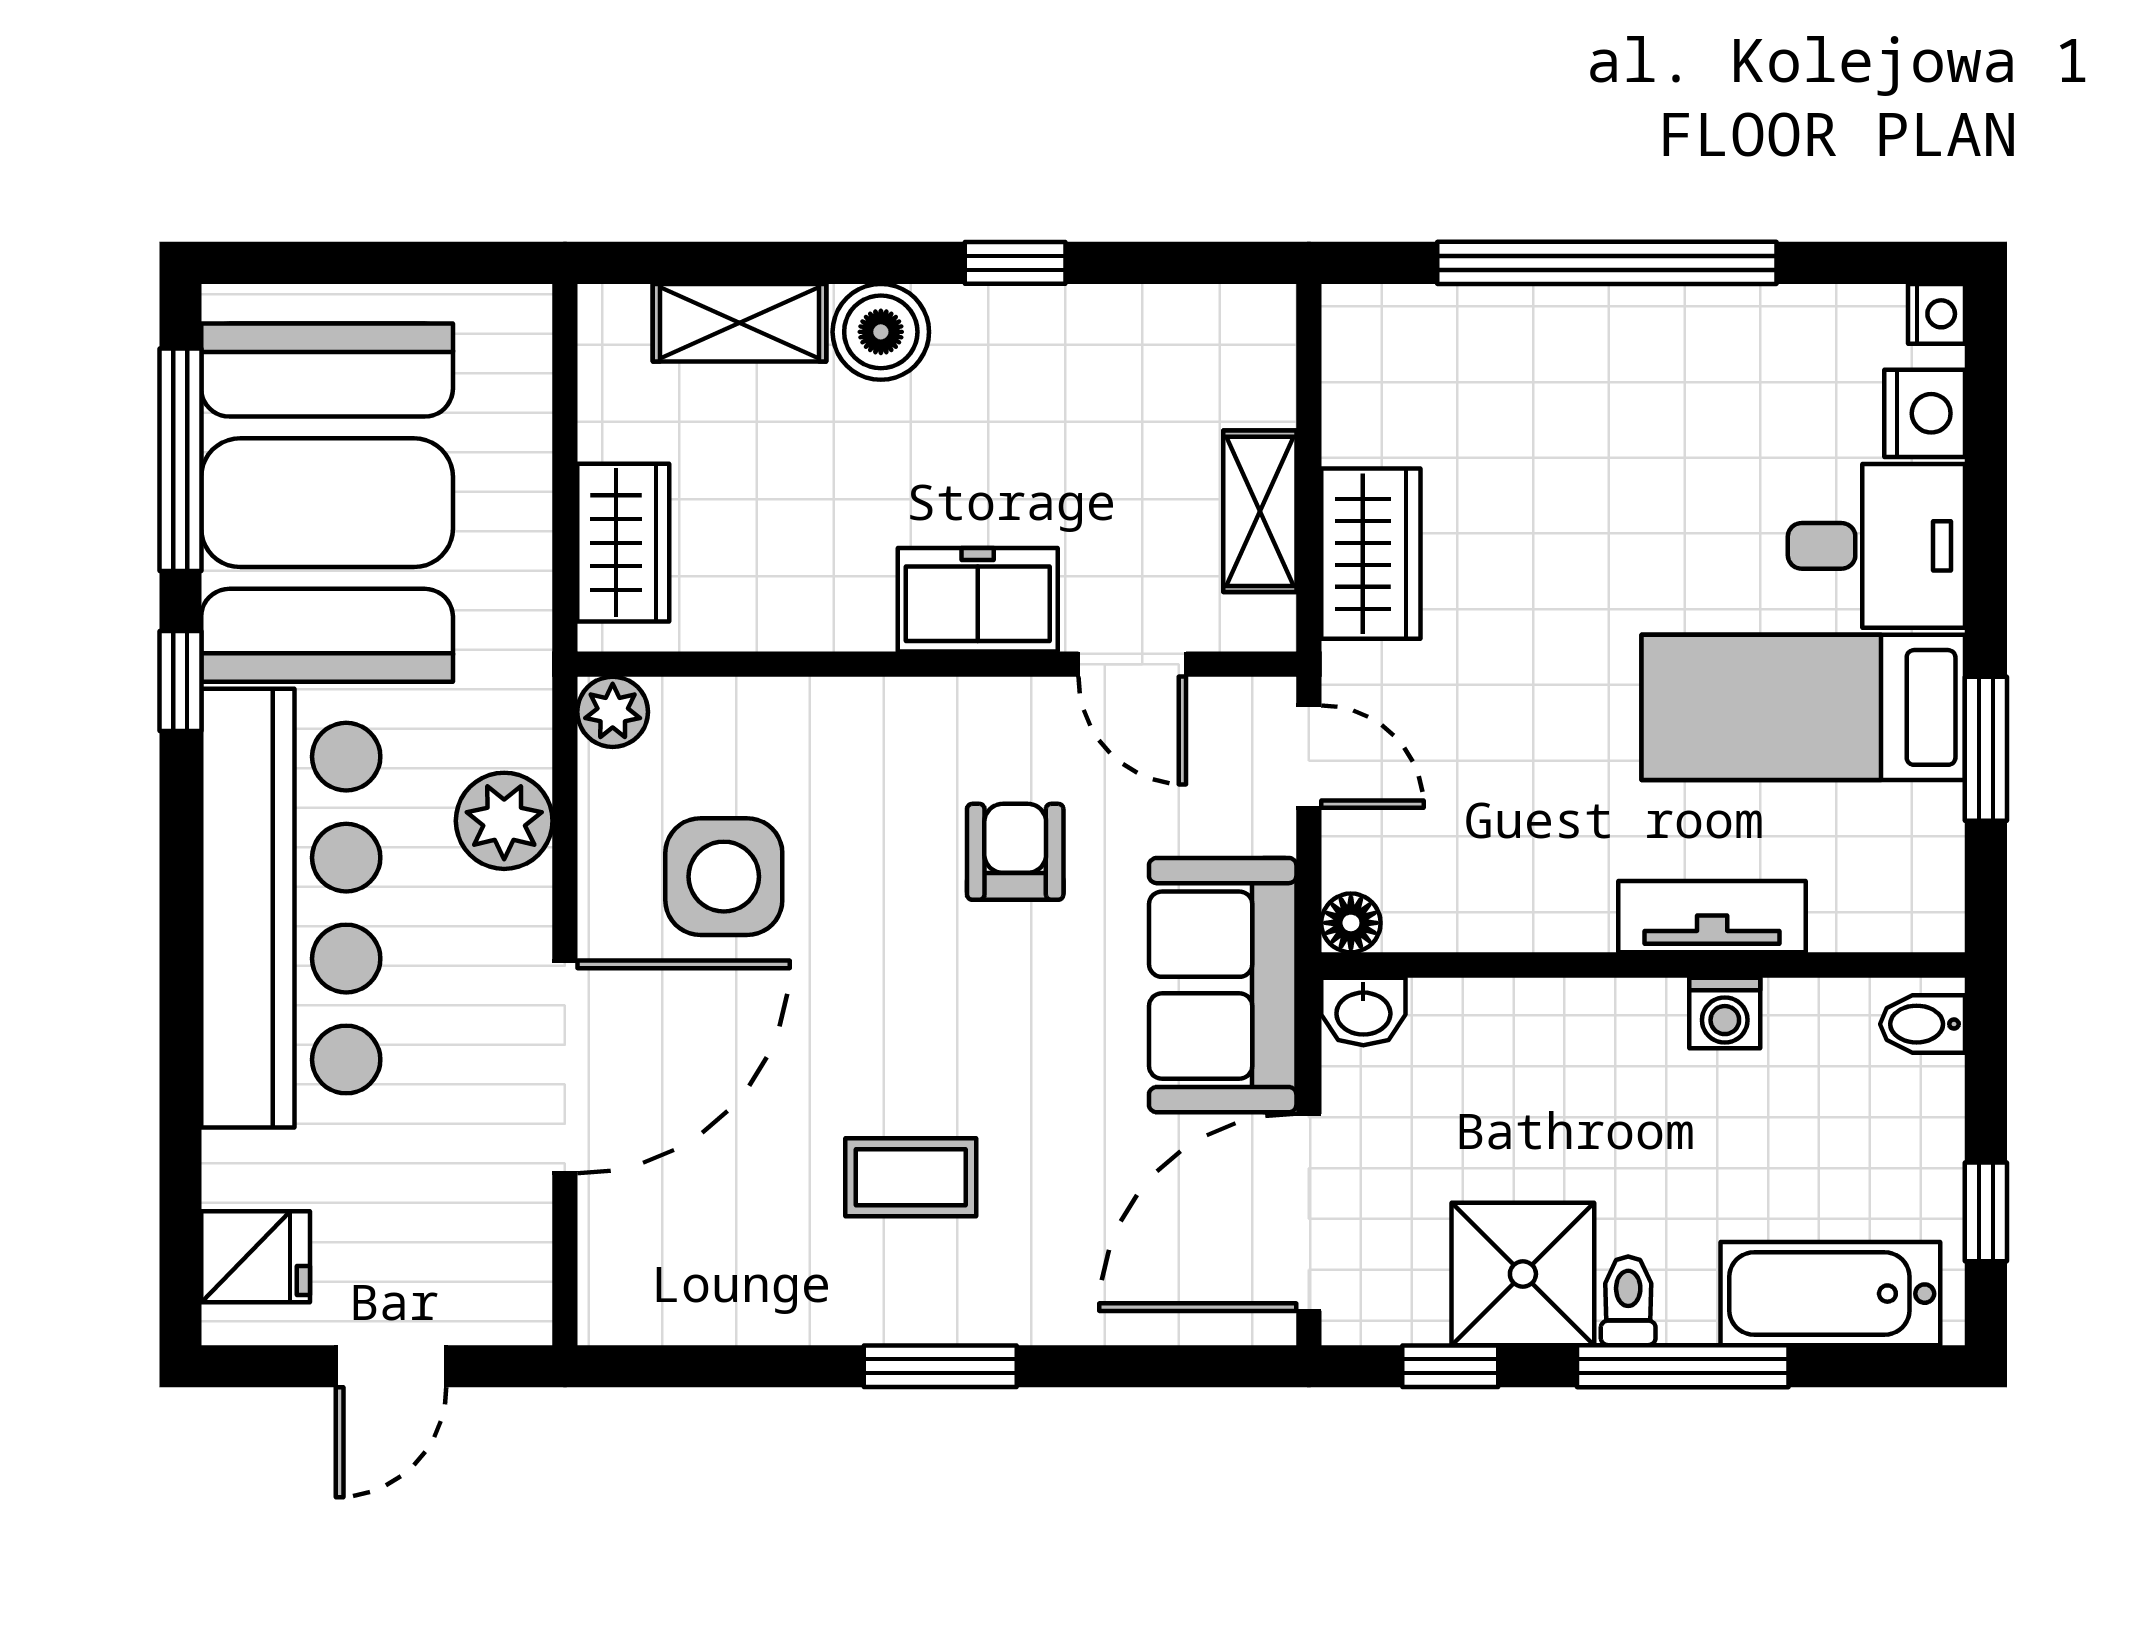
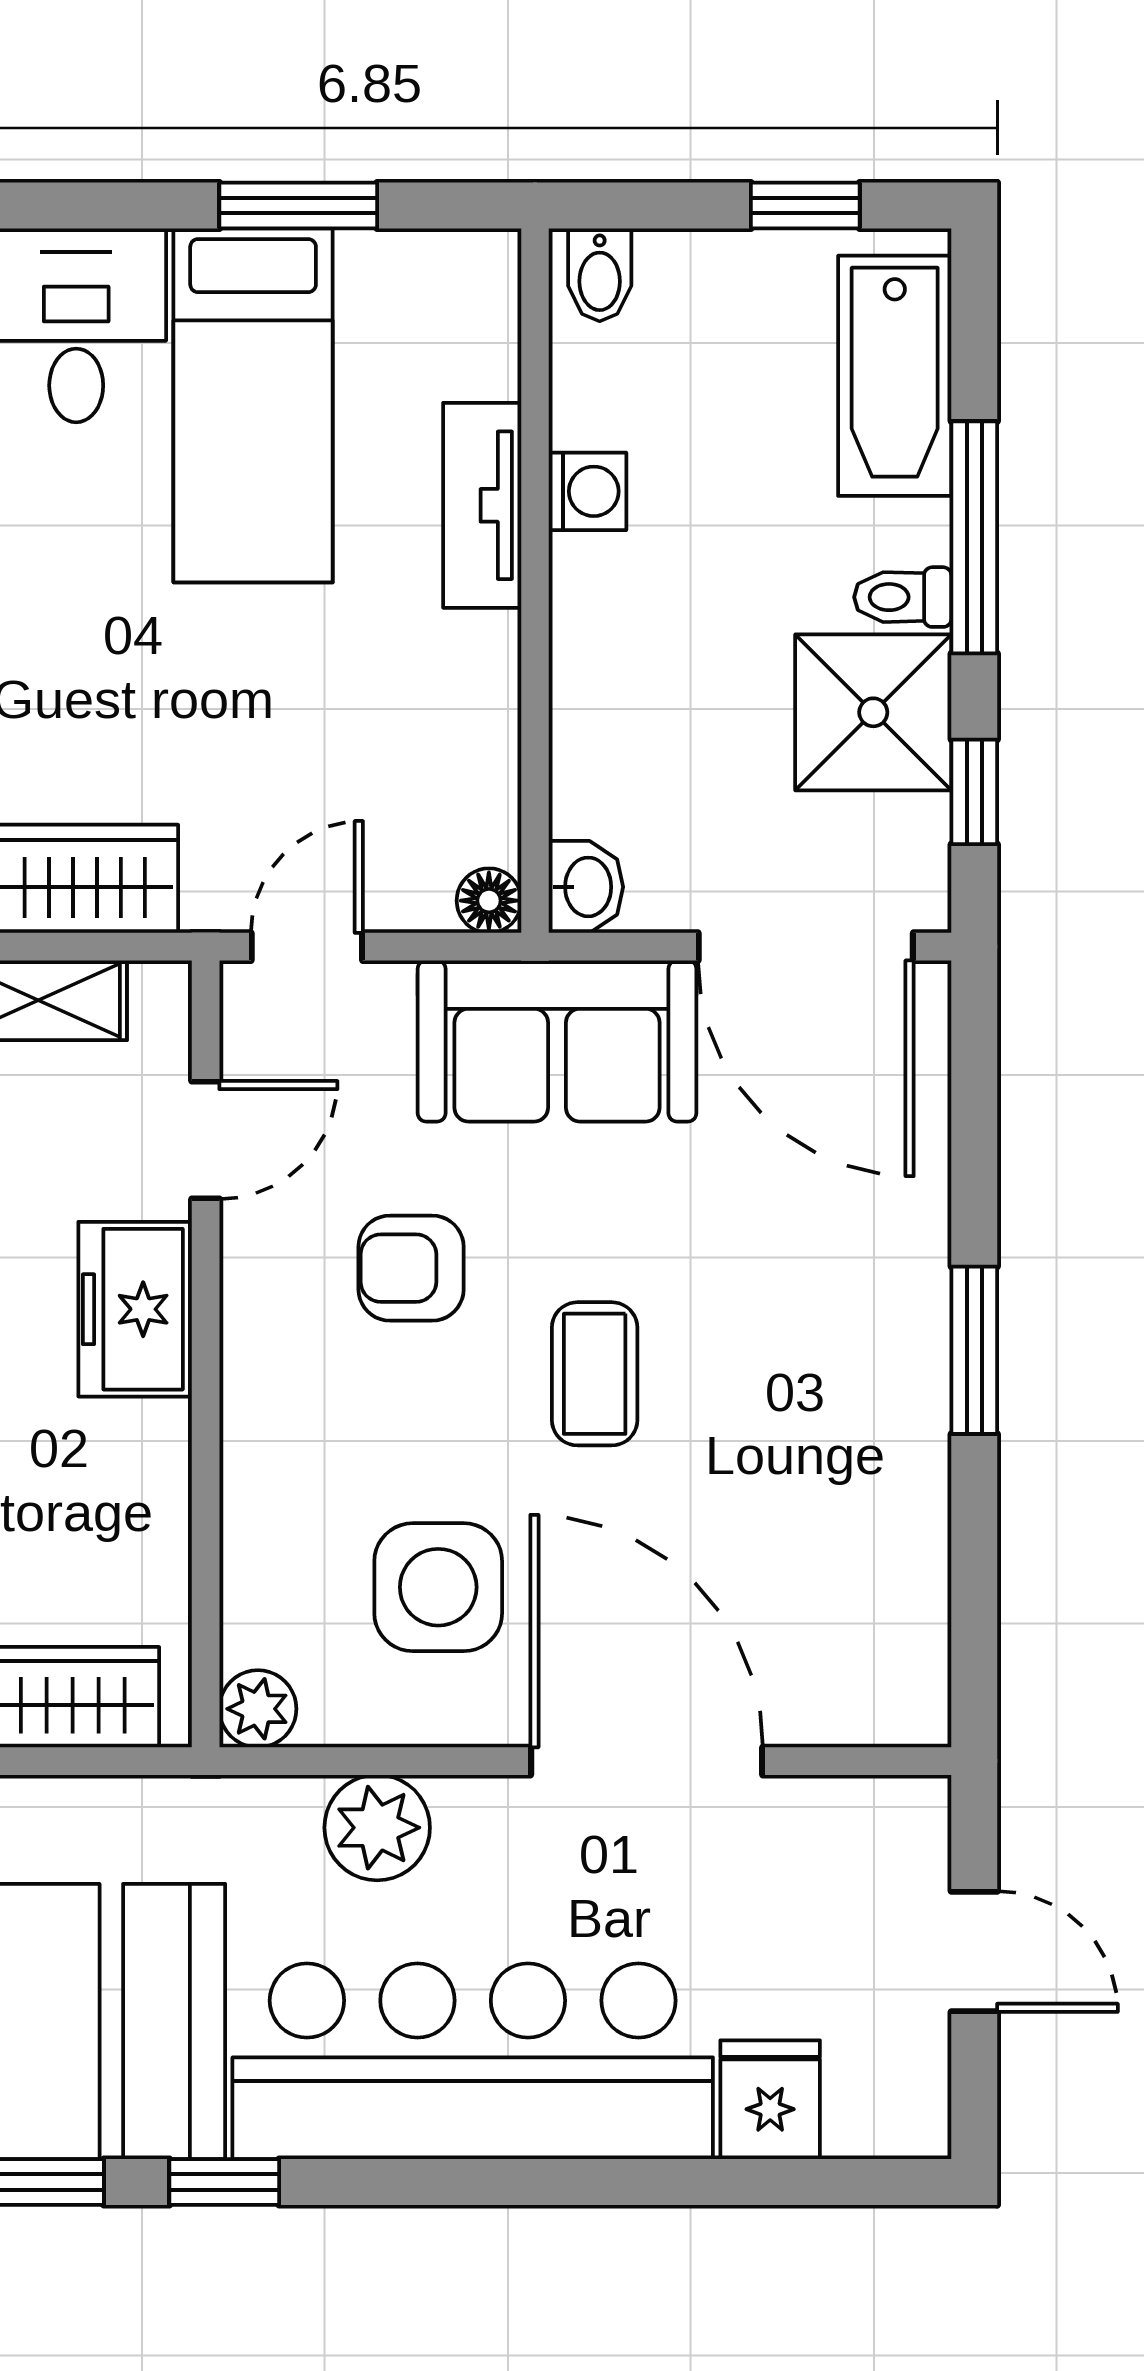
coffee table: (911, 1177) -> (595, 1374), moved
fridge: (256, 1257) -> (770, 2100), moved

